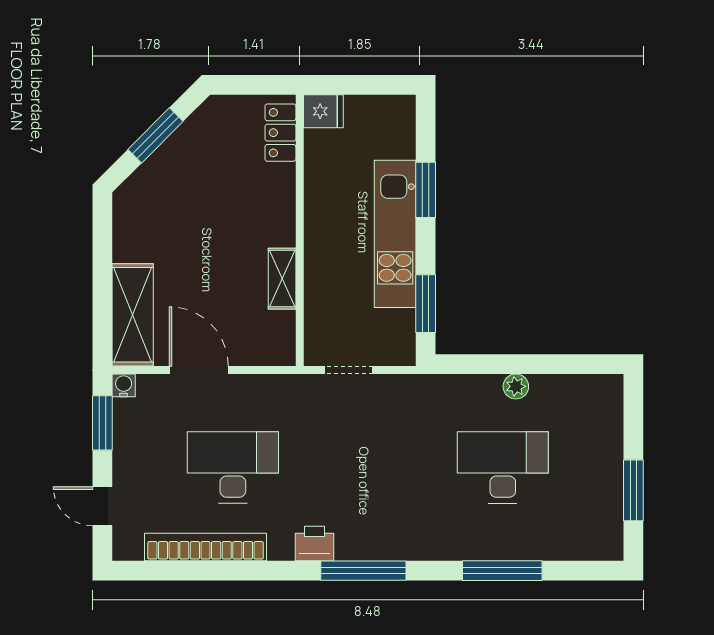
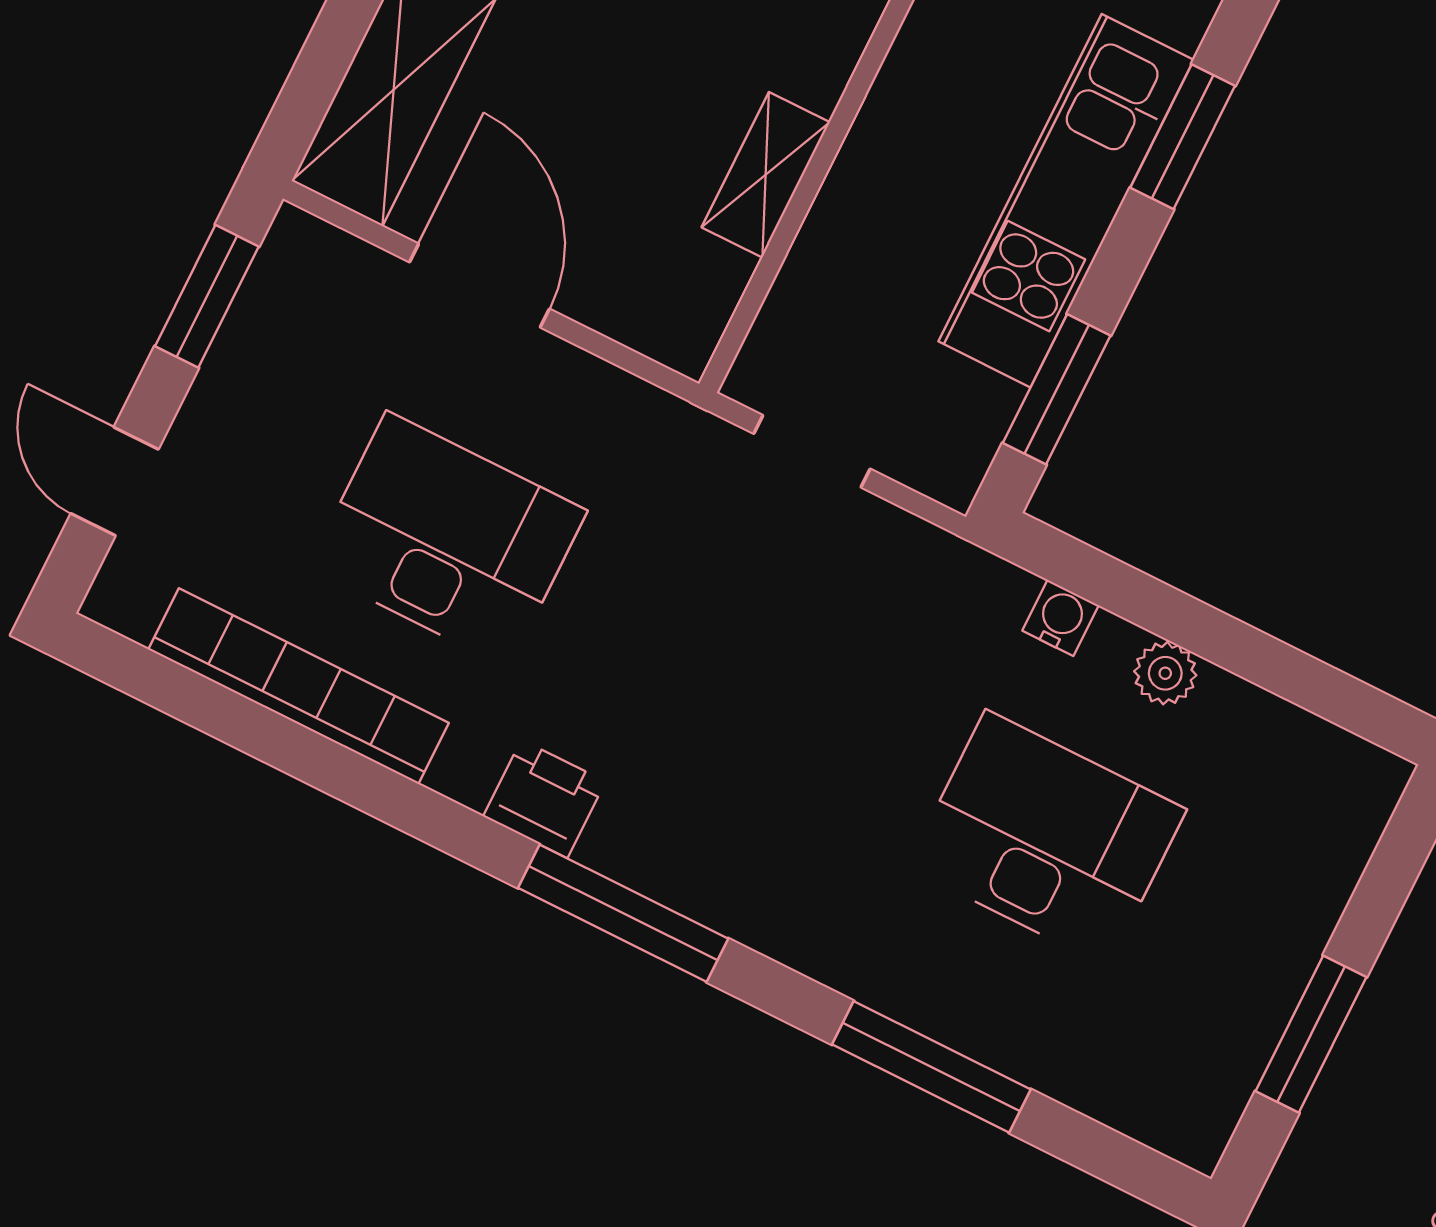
water cooler: (124, 385) -> (1060, 618), moved

